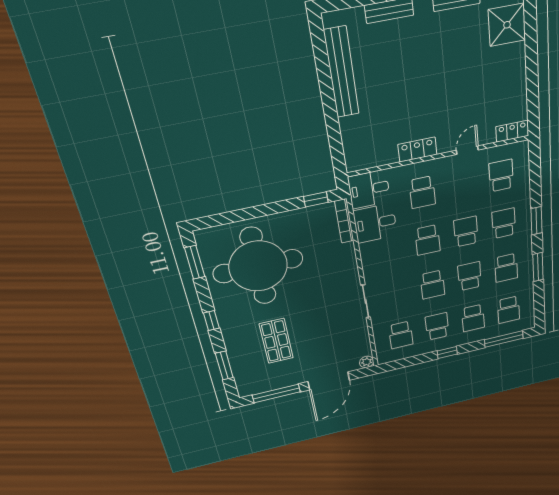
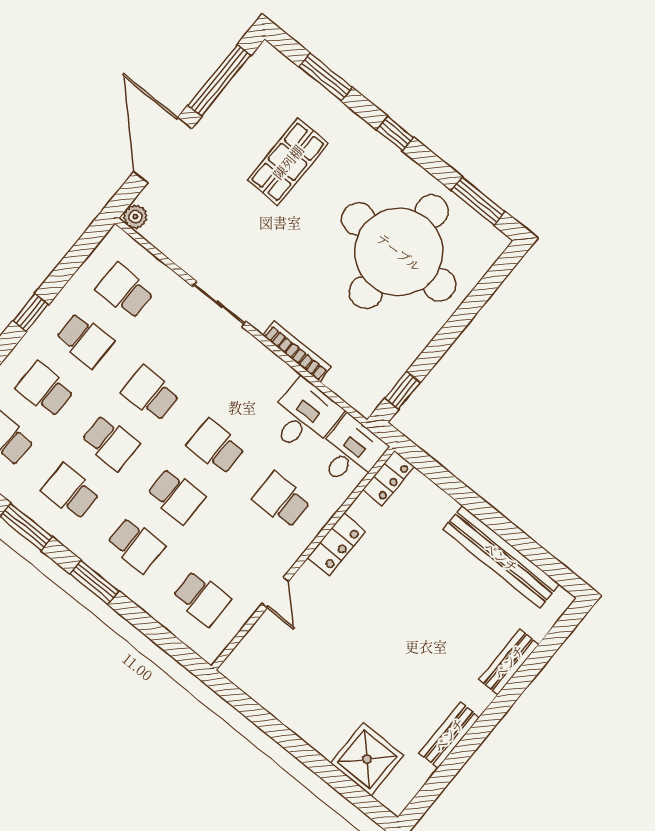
locker: (512, 131) -> (389, 478), moved
bookcase: (344, 221) -> (297, 351), moved
shop shelf: (276, 341) -> (288, 162), turned 90

